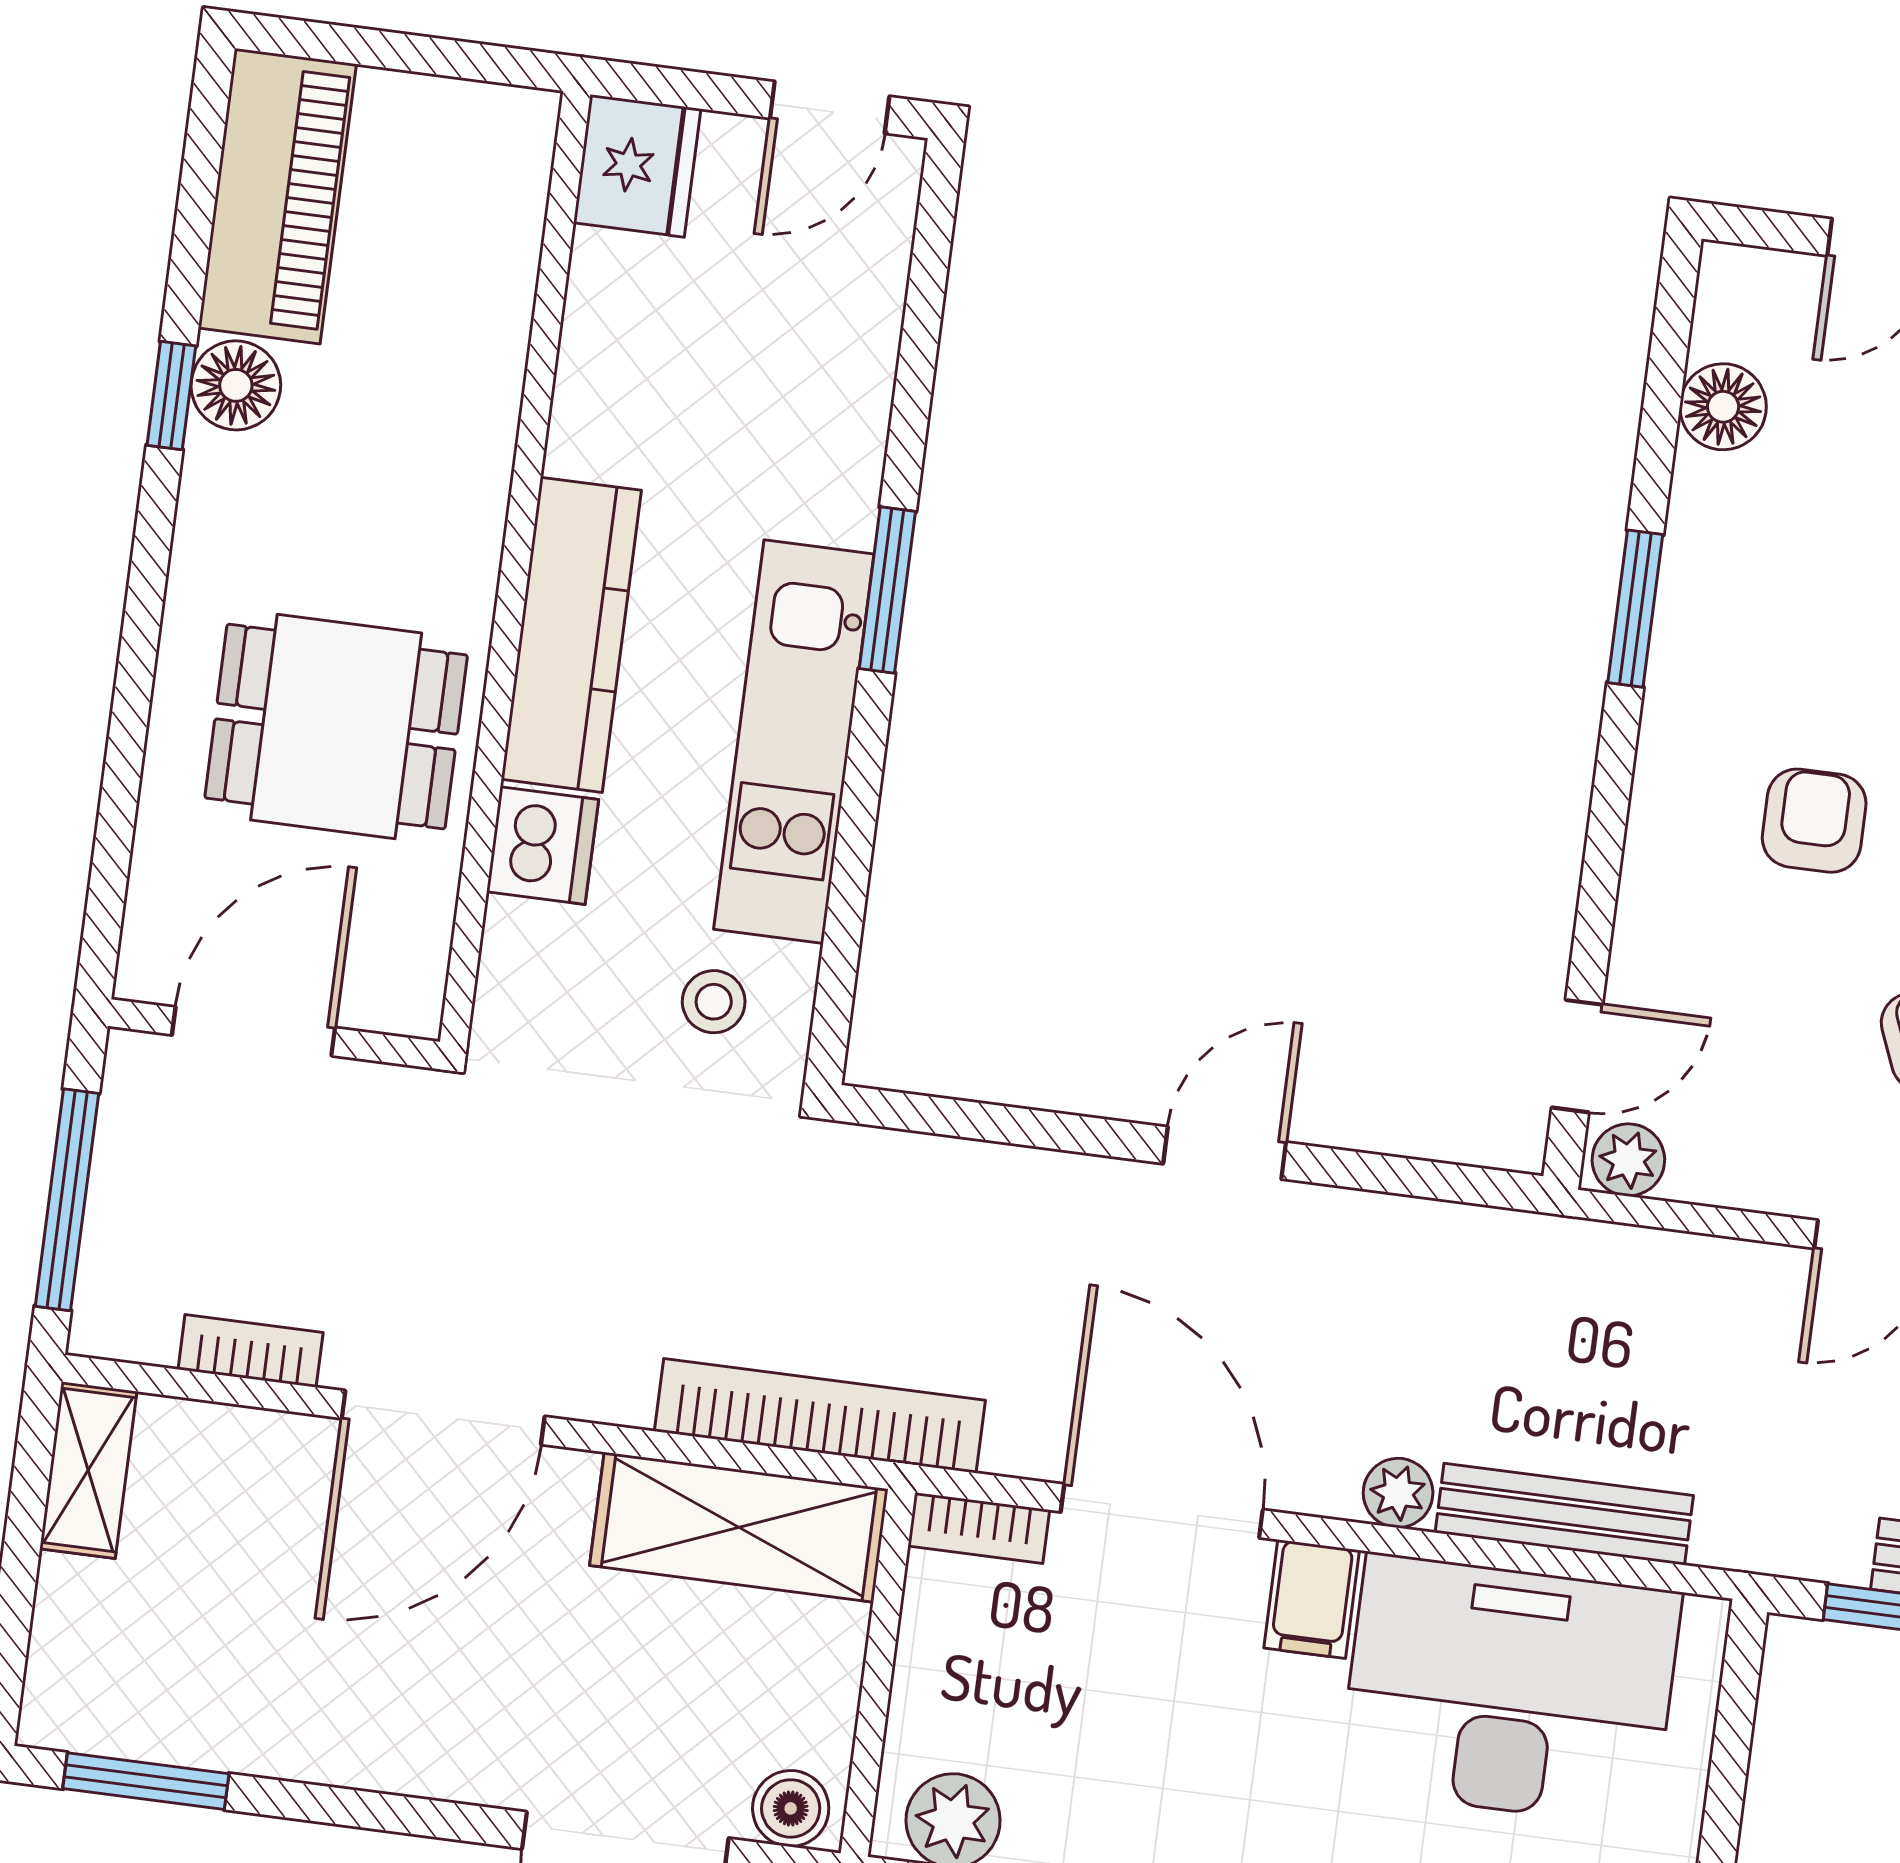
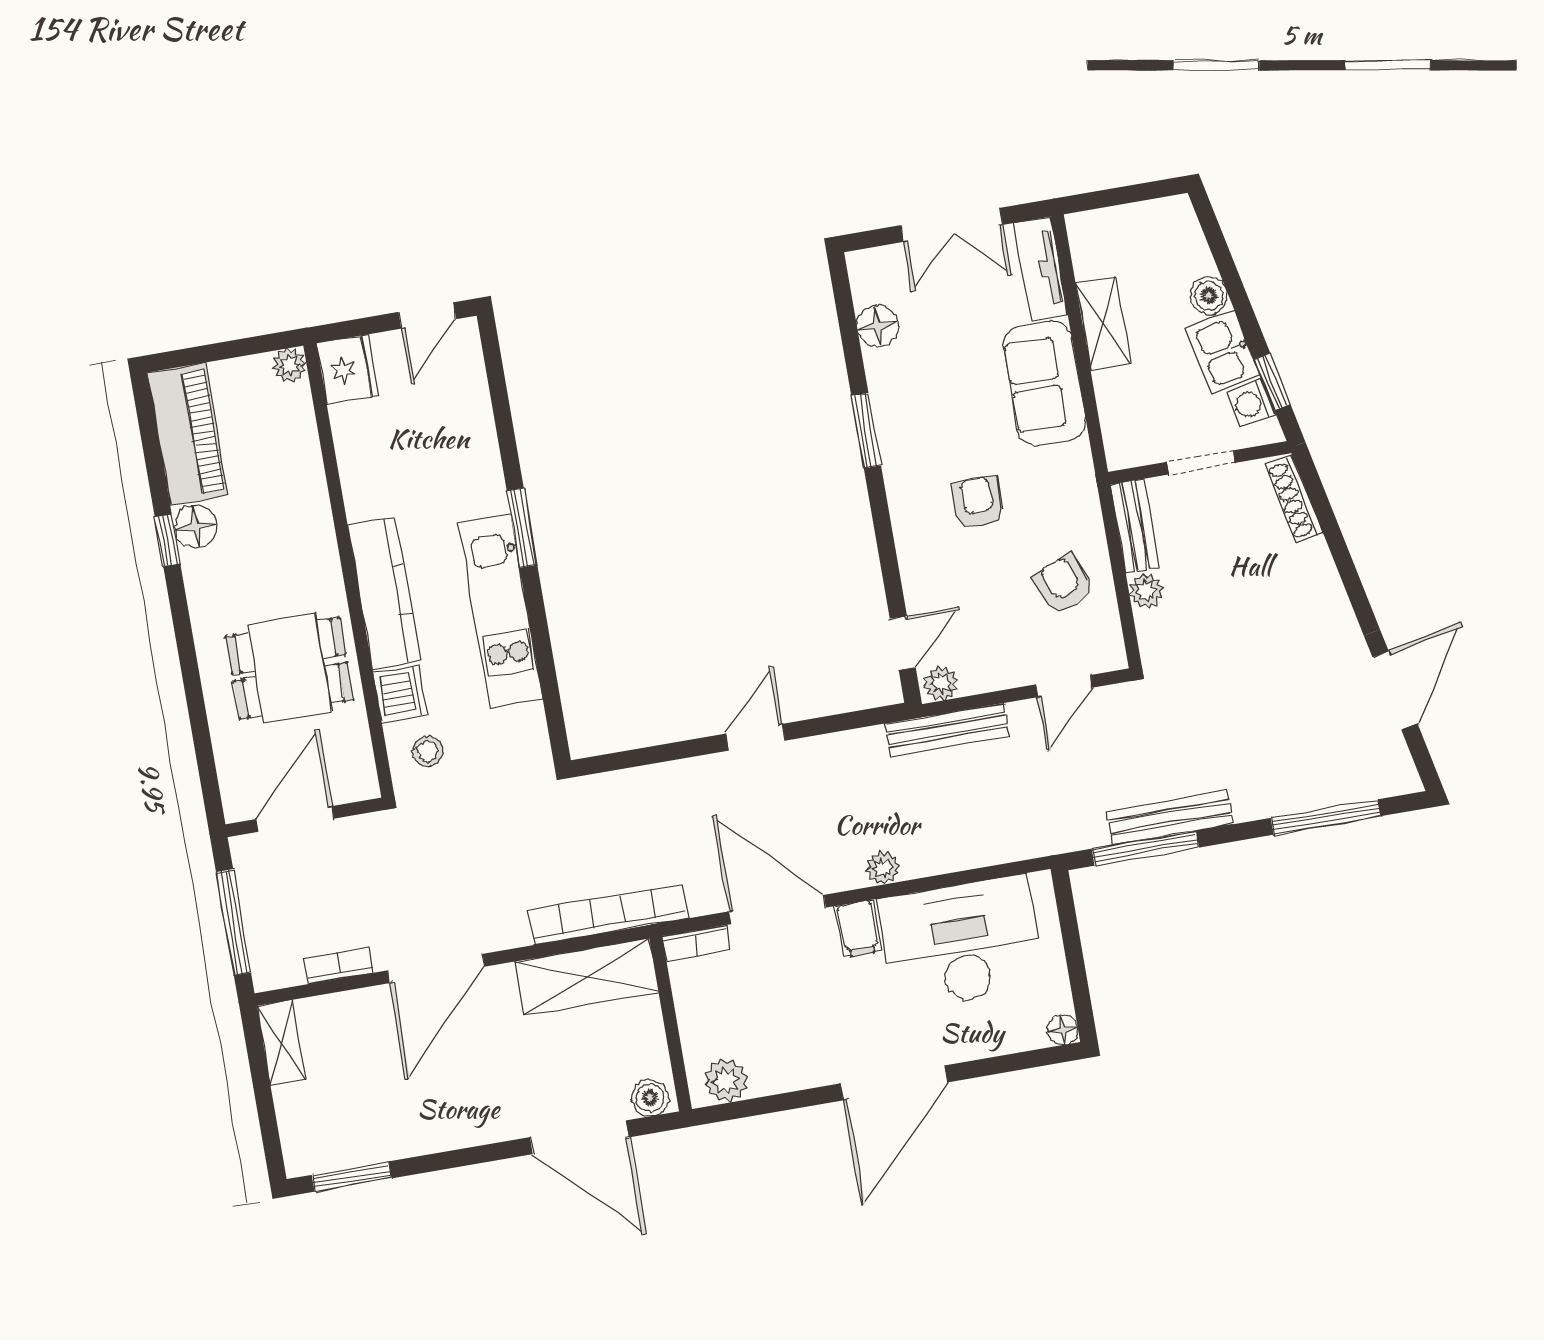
plant: (524, 121) -> (290, 365), added
stool: (714, 1002) -> (428, 751), moved
bench: (1564, 1514) -> (947, 730), moved

